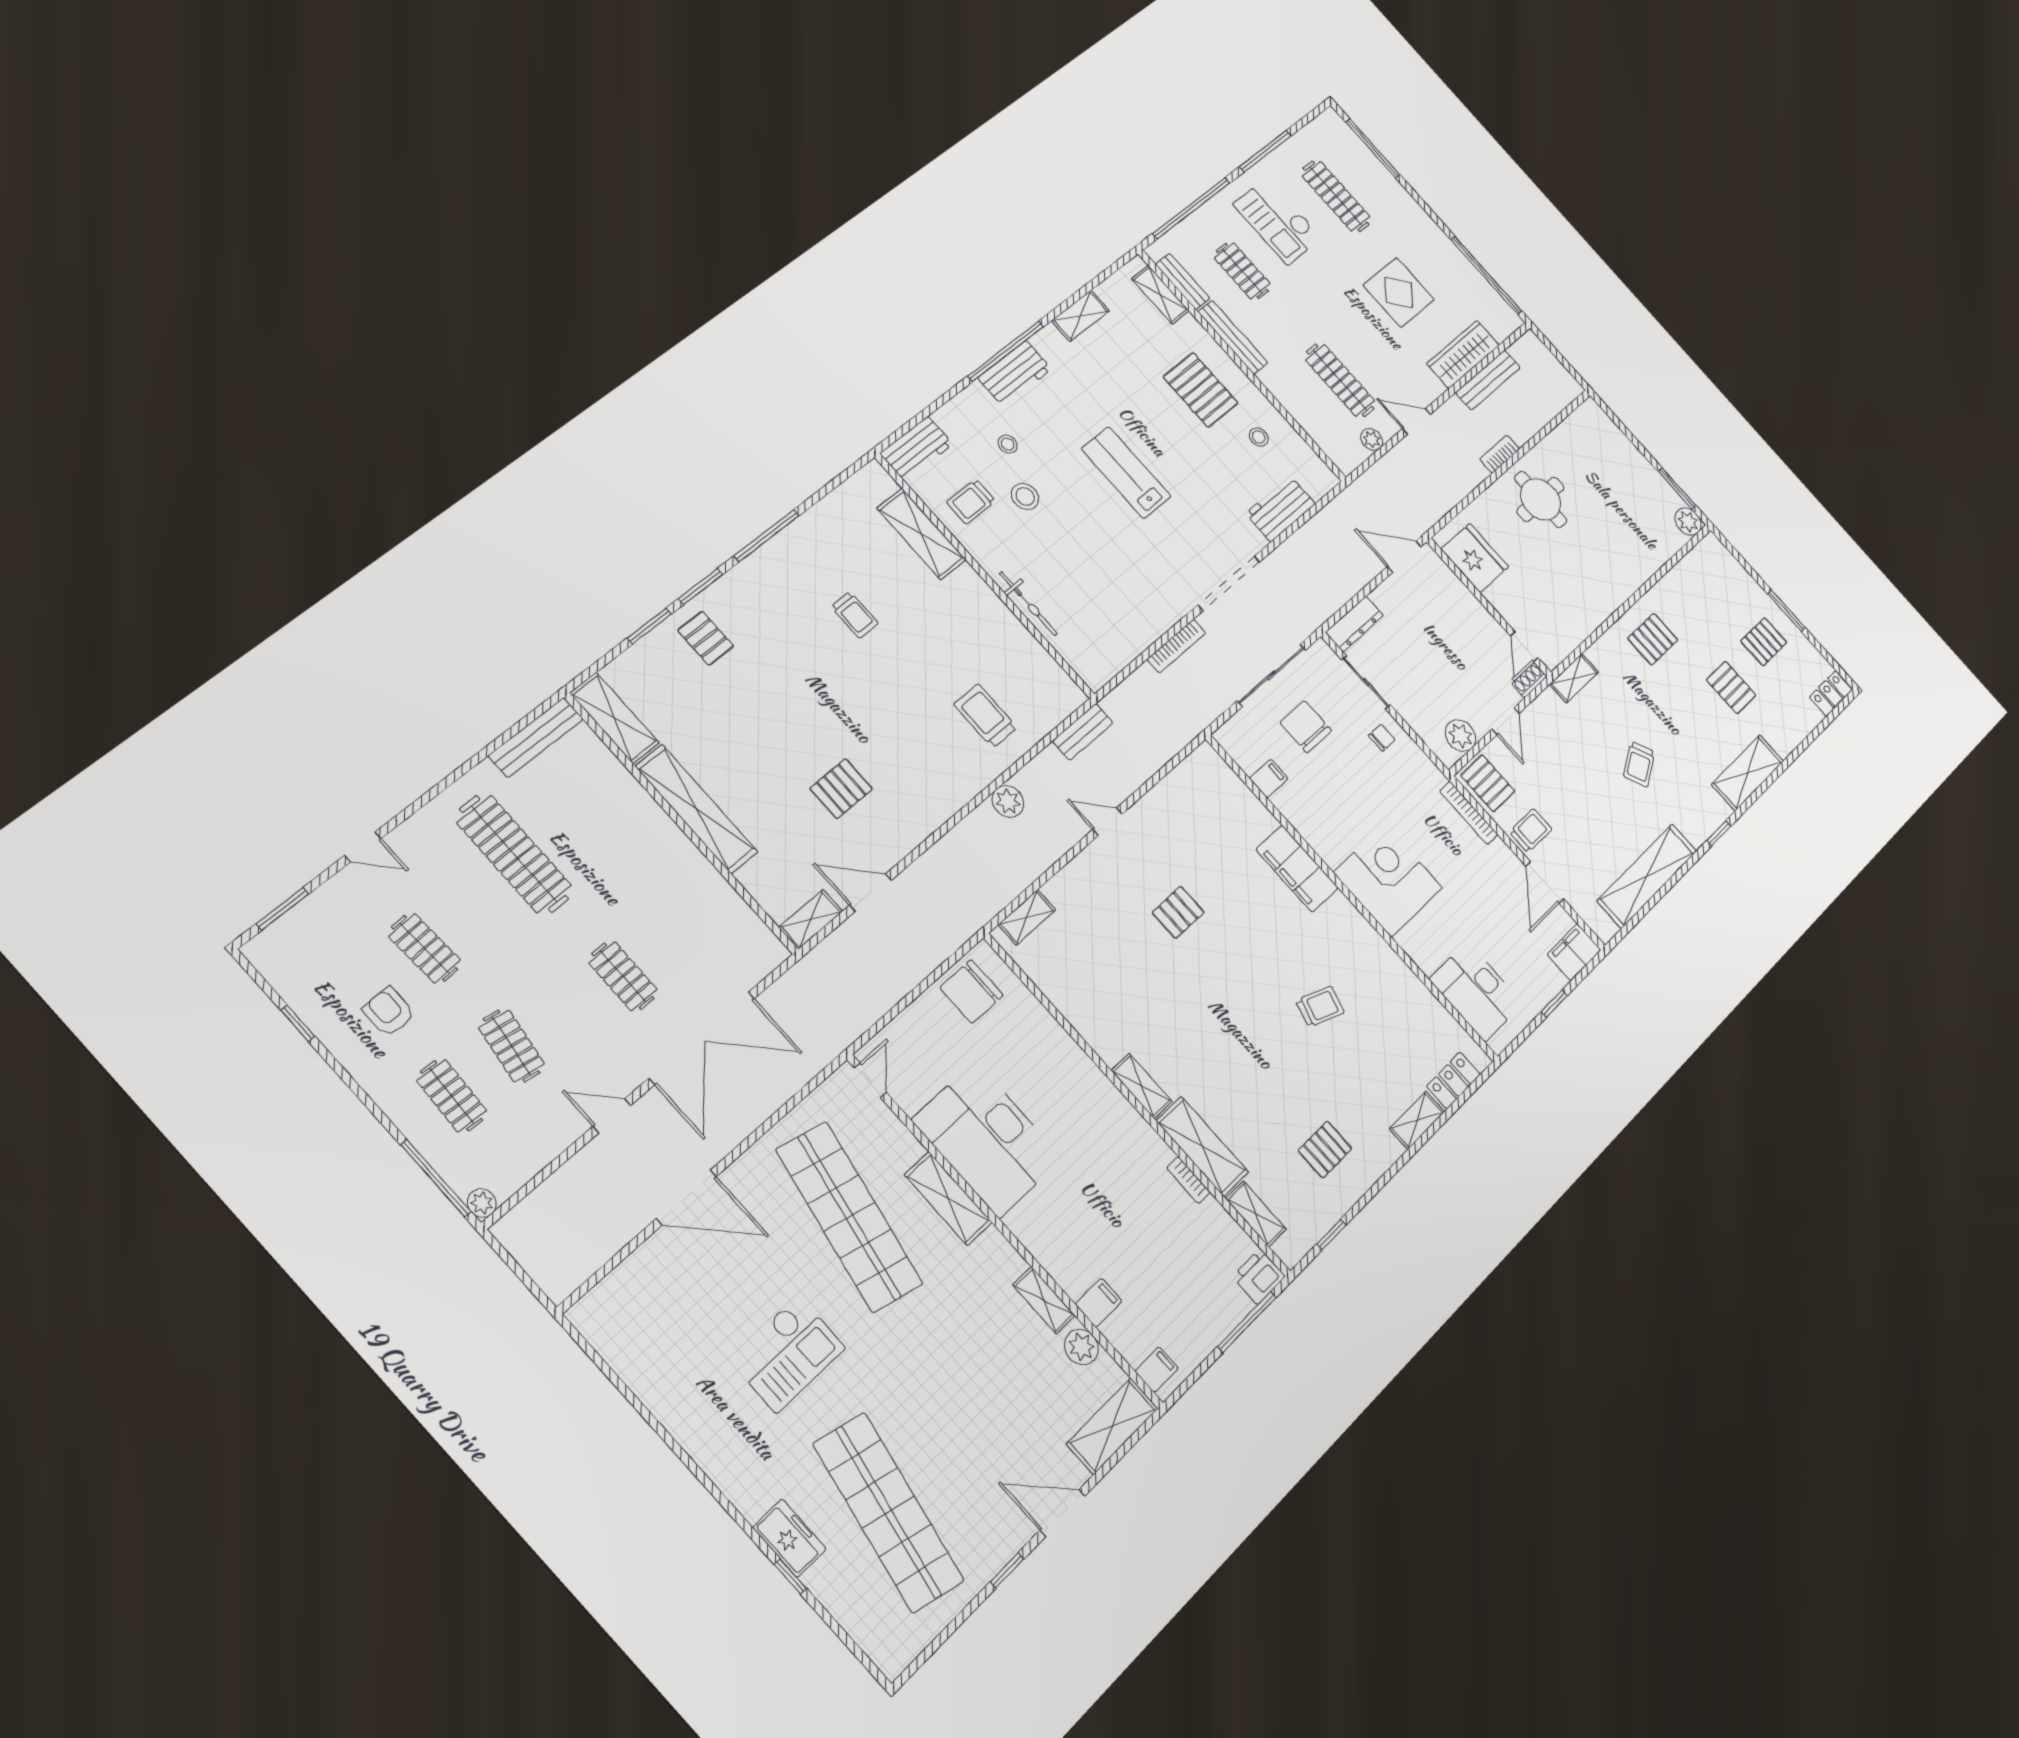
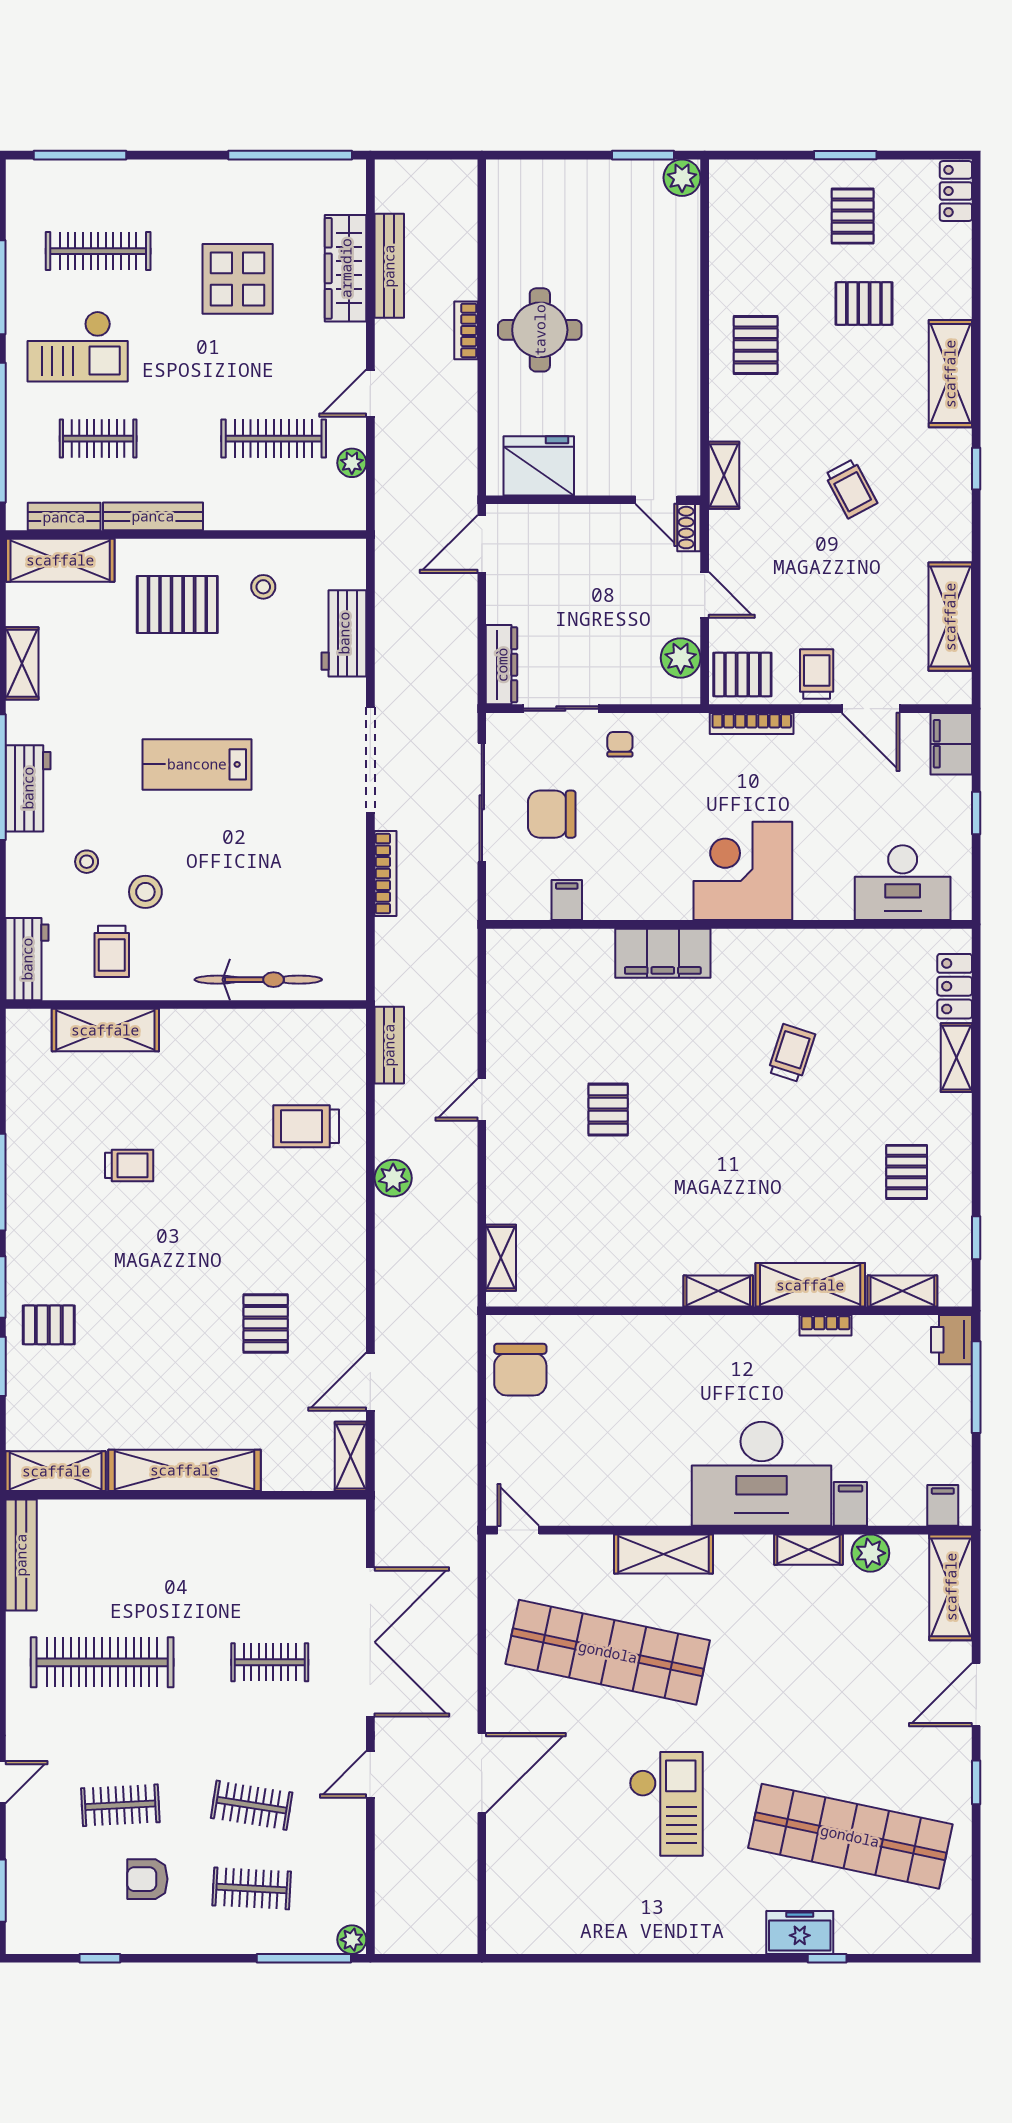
shelving: (1160, 295) -> (60, 560), width x1.50, depth x1.33
bicycle: (1028, 604) -> (258, 980), width x1.37, depth x1.40
shelving: (1647, 876) -> (950, 617), width x0.68
desk: (987, 1139) -> (762, 1474), moved

